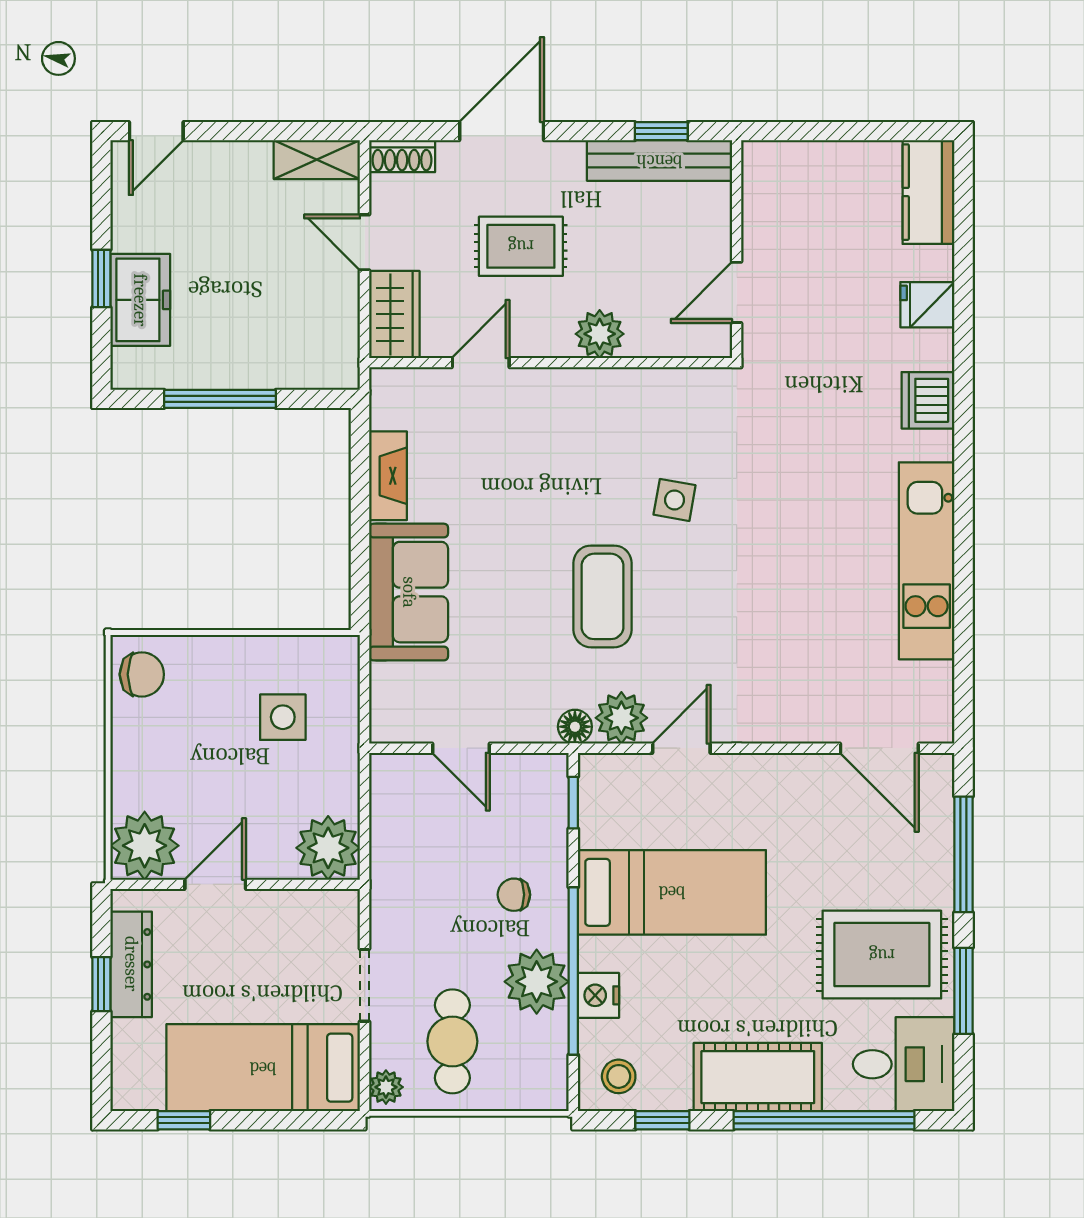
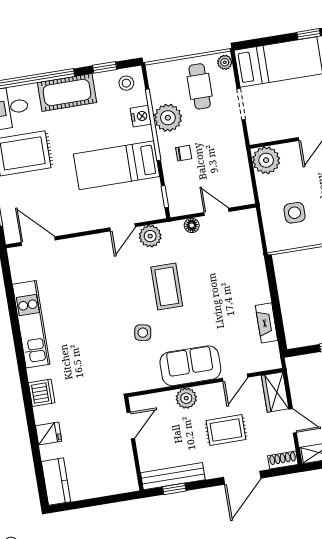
sofa: (409, 592) -> (190, 366), moved, turned 90
floor lamp: (575, 727) -> (192, 225), moved

